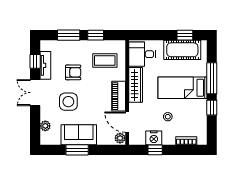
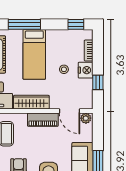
window: (212, 108) -> (76, 24), moved
door: (127, 122) -> (69, 111), hinge flipped
nightstand: (154, 138) -> (86, 70), moved

